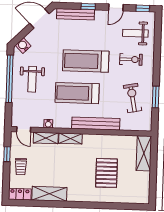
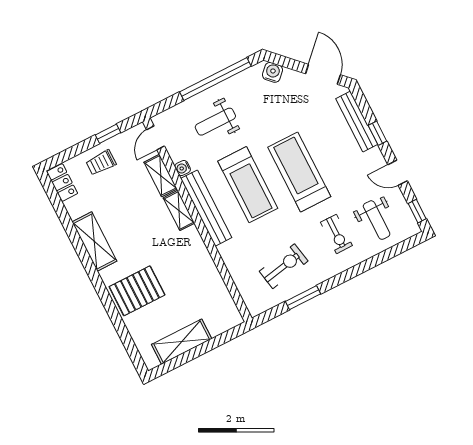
weight bench: (135, 33) -> (377, 220), turned 180
weight bench: (32, 79) -> (215, 122), moved
treadmill: (77, 93) -> (248, 185), turned 180
bench: (96, 124) -> (206, 208), moved
shelving: (144, 153) -> (182, 342), moved
pallet: (107, 173) -> (137, 291), moved
shelving: (49, 194) -> (94, 242), moved

